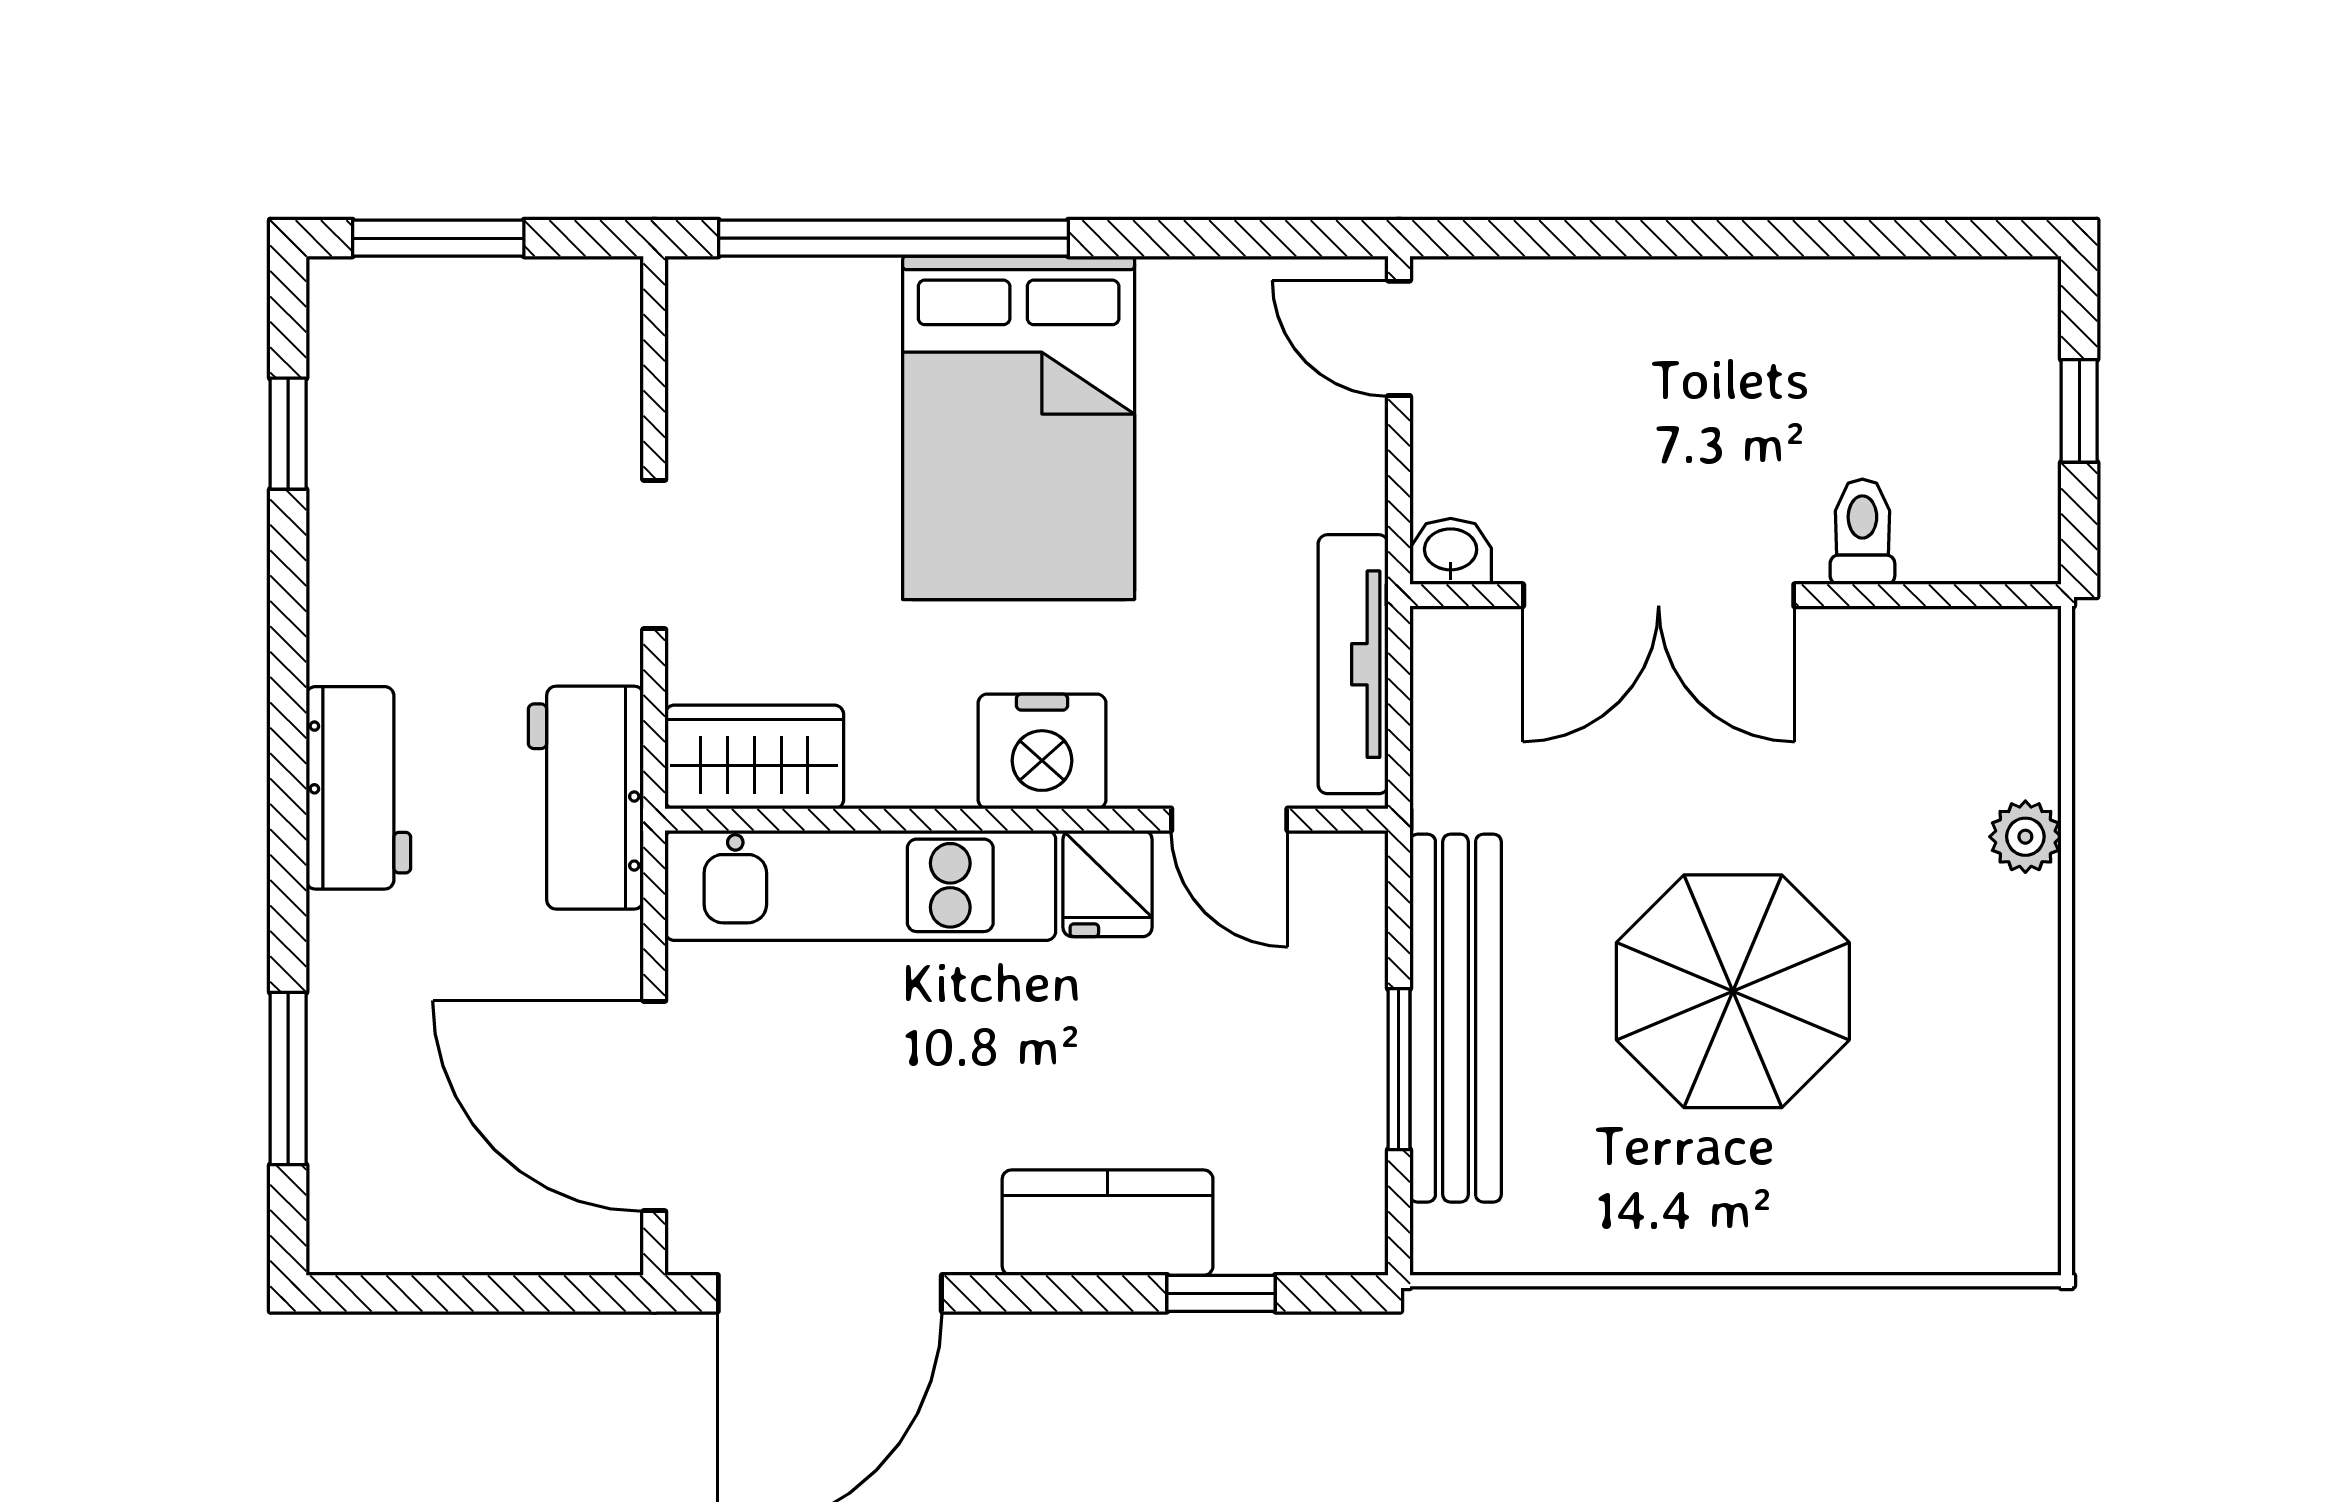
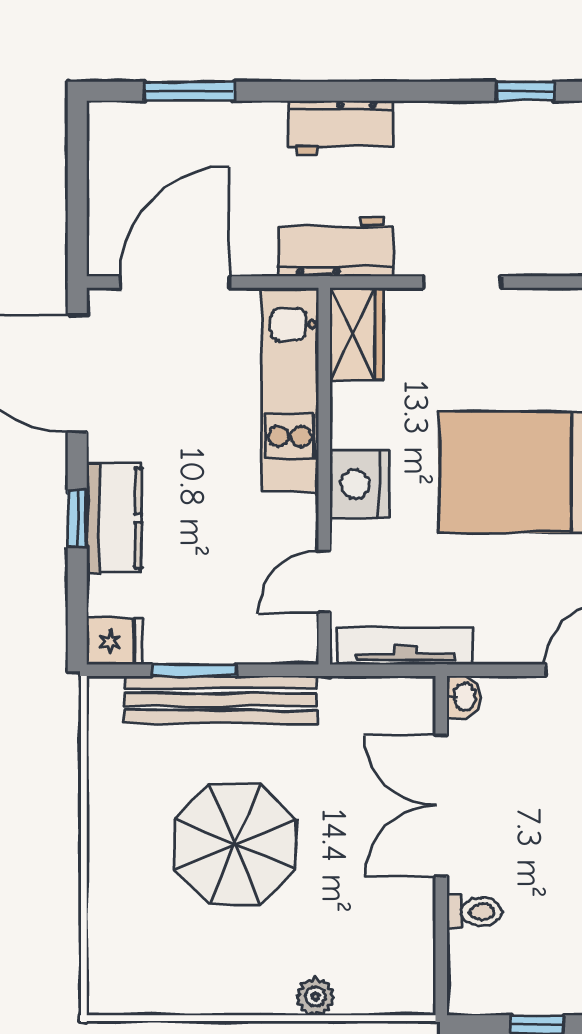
fridge: (1108, 883) -> (114, 641), moved, turned 180
window: (1221, 1293) -> (77, 519), moved

